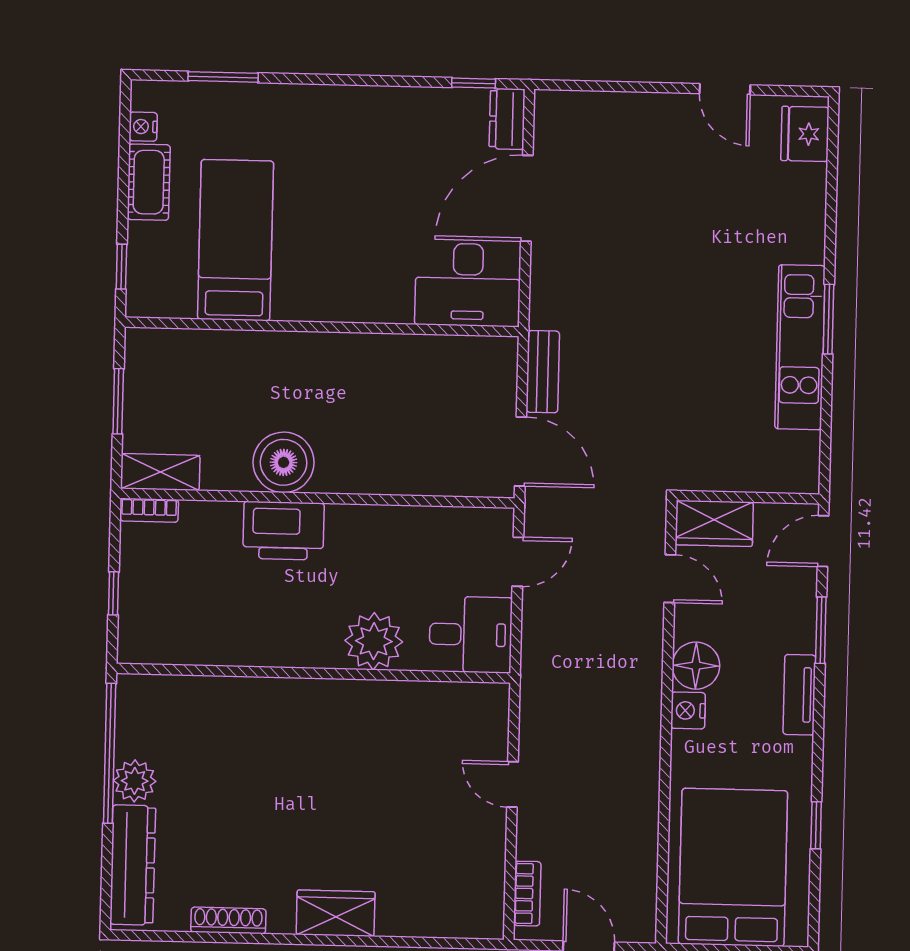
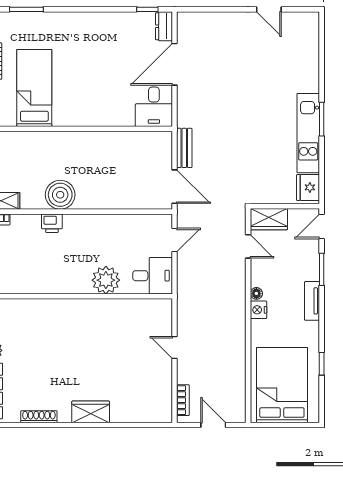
fridge: (805, 134) -> (308, 187), moved
desk: (468, 285) -> (154, 107), width x0.73
printer: (284, 531) -> (52, 223), width x0.53, depth x0.68
floor lamp: (696, 666) -> (256, 293), width x0.53, depth x0.53

